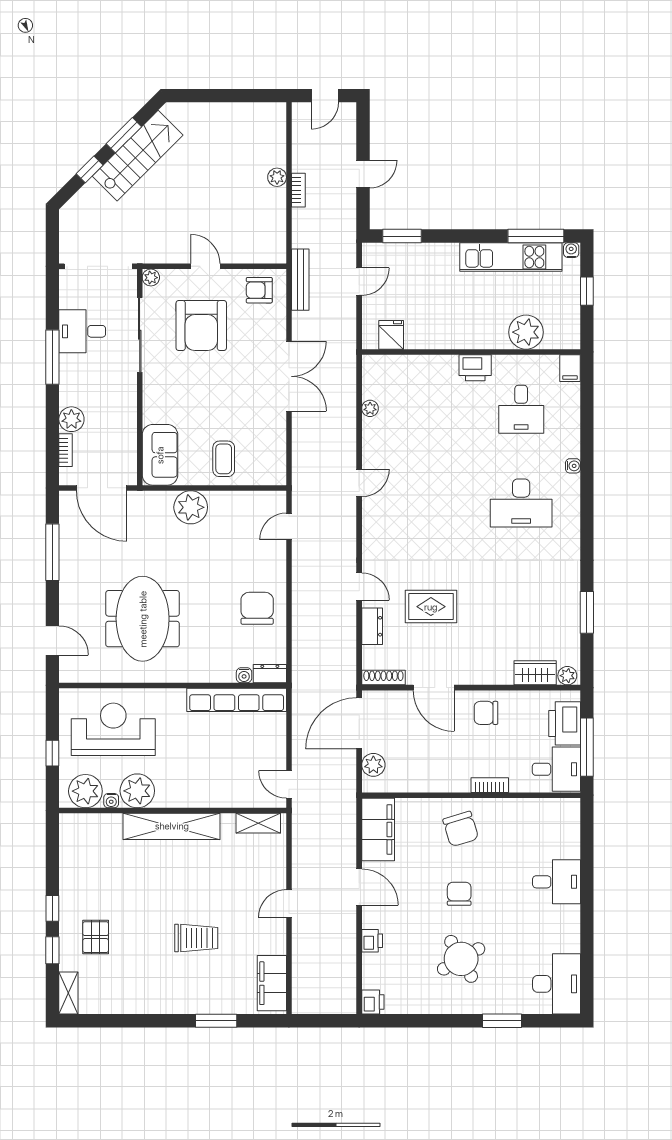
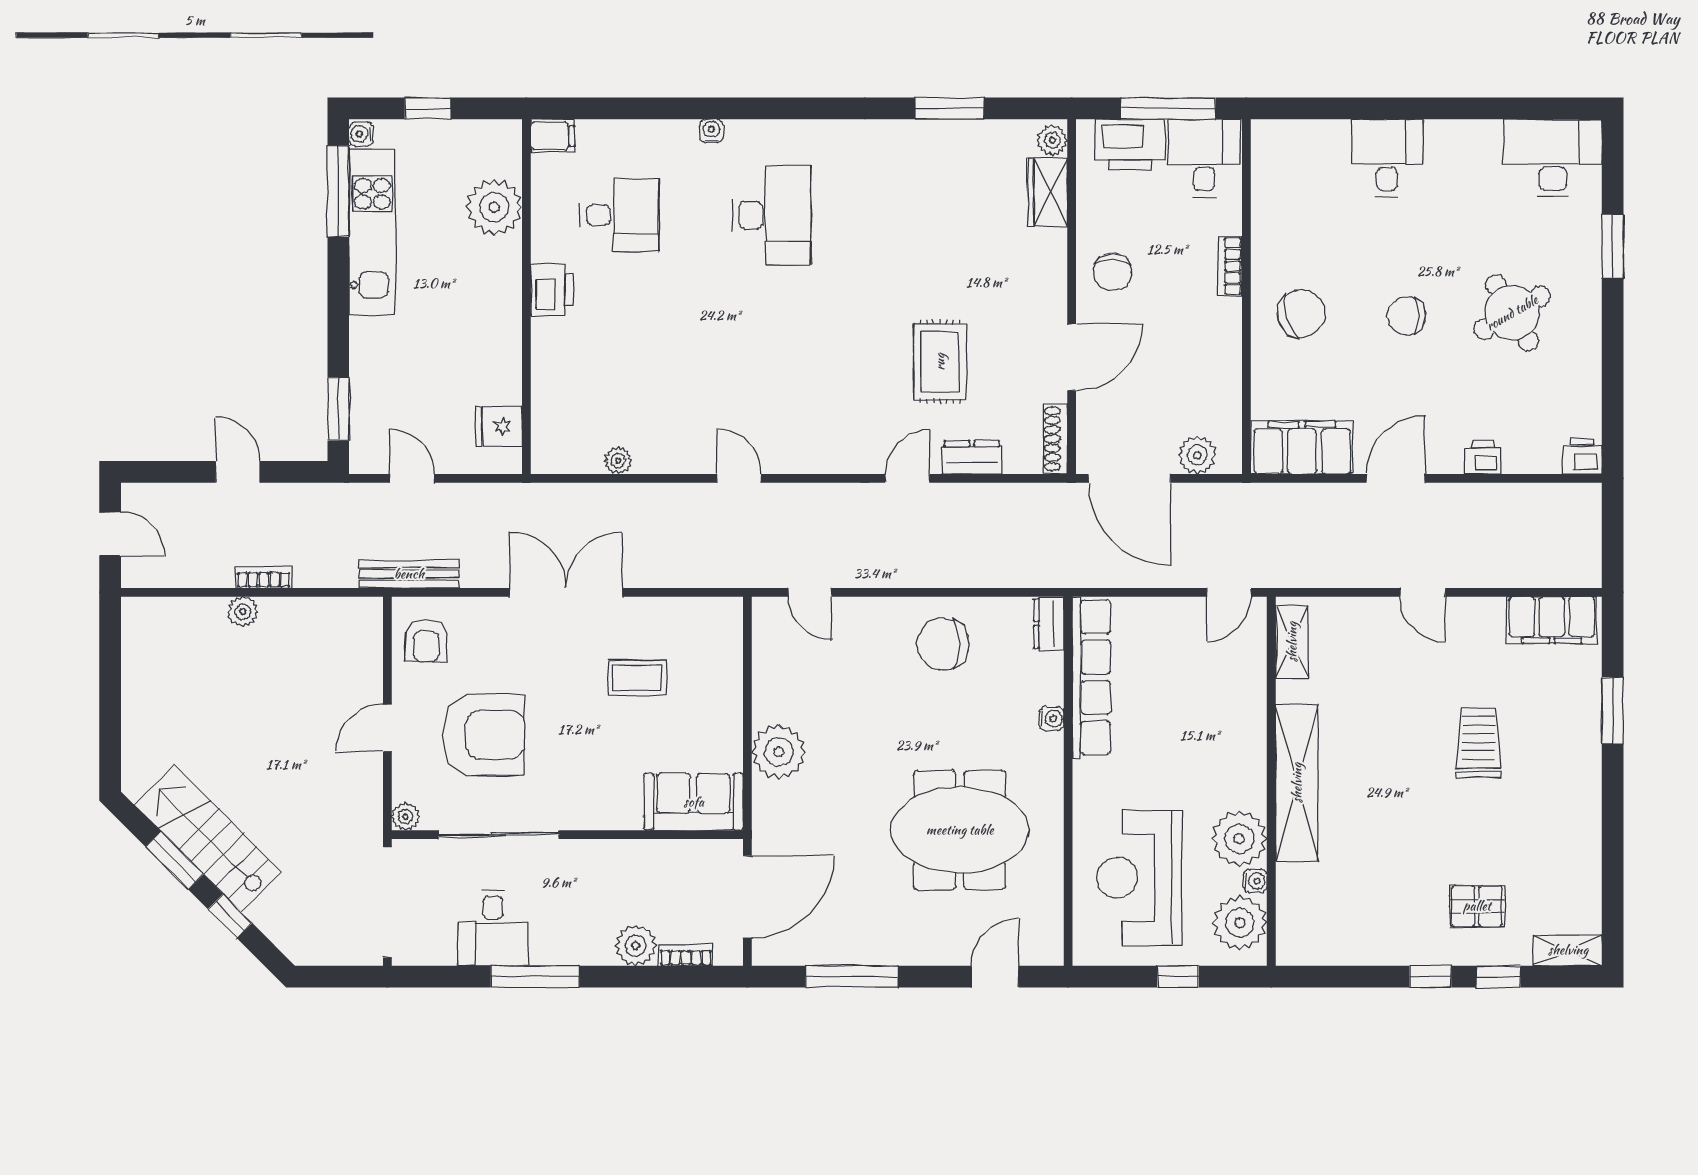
coffee table: (224, 459) -> (637, 678), moved
water cooler: (244, 675) -> (1052, 719), moved

